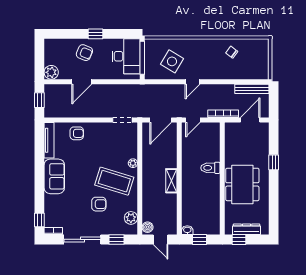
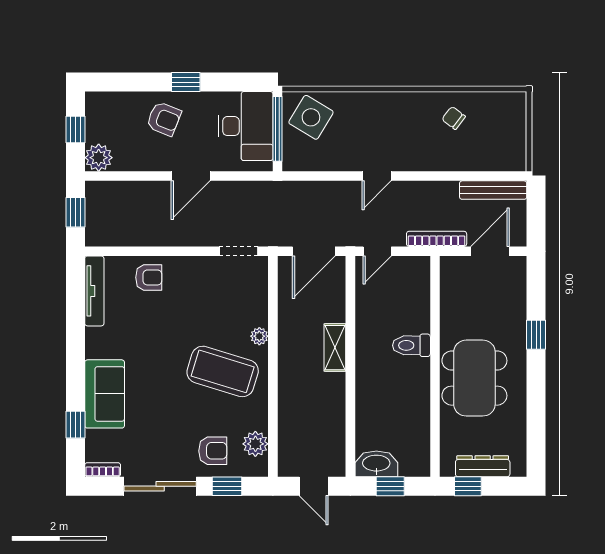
window: (39, 58) -> (75, 130), added
side table: (172, 61) -> (311, 117), moved
door: (82, 82) -> (191, 176), moved
sofa: (54, 176) -> (105, 394), moved
shelving: (171, 181) -> (335, 348), moved
armchair: (99, 204) -> (213, 451), moved
window: (39, 220) -> (75, 425), moved
boiler: (148, 227) -> (288, 462), removed
washbasin: (187, 230) -> (376, 464), width x1.91, depth x1.45

